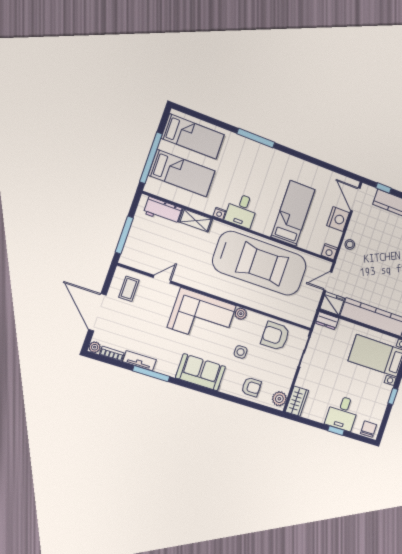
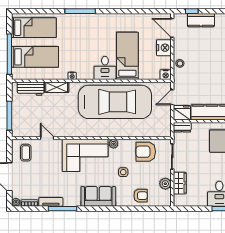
desk: (242, 211) -> (105, 68), moved
door: (162, 279) -> (47, 138), hinge flipped
plant: (279, 399) -> (165, 184), moved
wardrobe: (297, 401) -> (180, 183), moved

